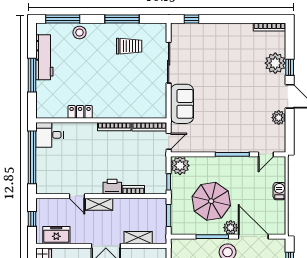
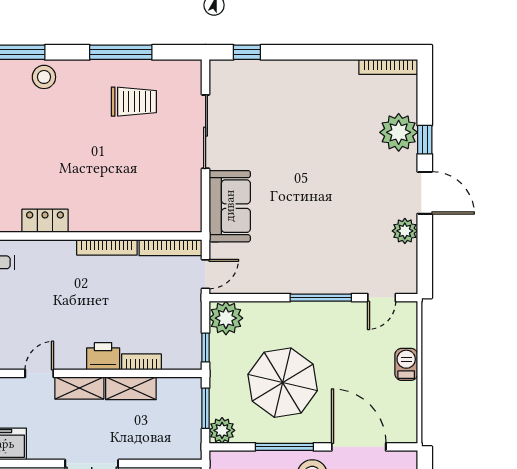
door: (77, 196) -> (39, 373), swing flipped
plant: (231, 228) -> (222, 430), moved
shelving: (138, 238) -> (131, 388), moved

